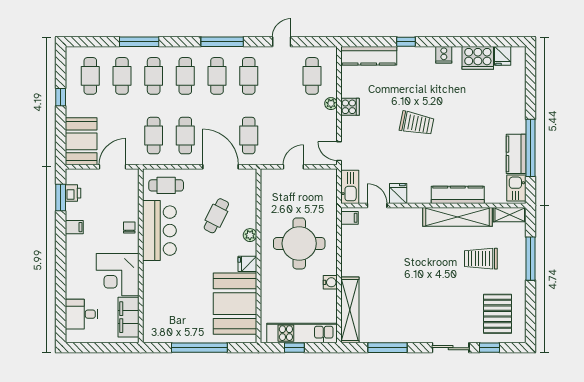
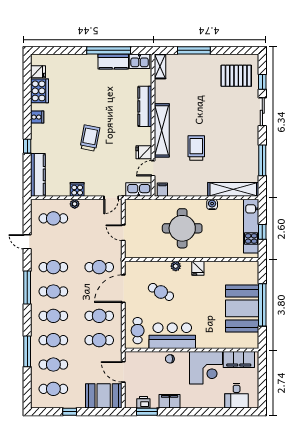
shelving: (458, 217) -> (162, 130), moved
filing cabinet: (74, 227) -> (170, 401), width x2.00
trolley: (481, 259) -> (196, 148), moved, turned 180
booth: (235, 304) -> (242, 308), moved, turned 90

